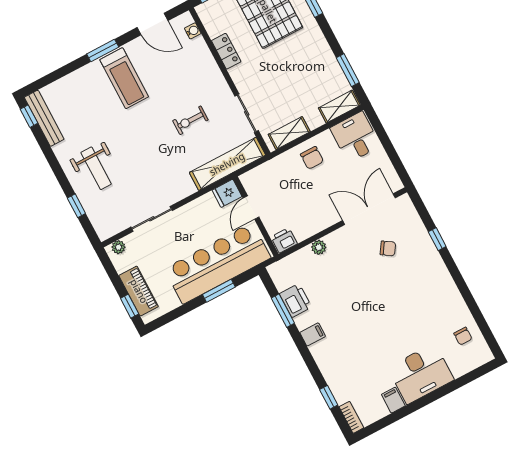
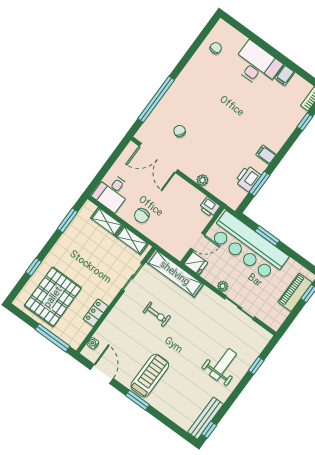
shelving: (339, 107) -> (107, 222), moved
chair: (312, 158) -> (142, 216), turned 180
window: (437, 239) -> (156, 99), width x3.17
plant: (118, 247) -> (223, 286), moved

